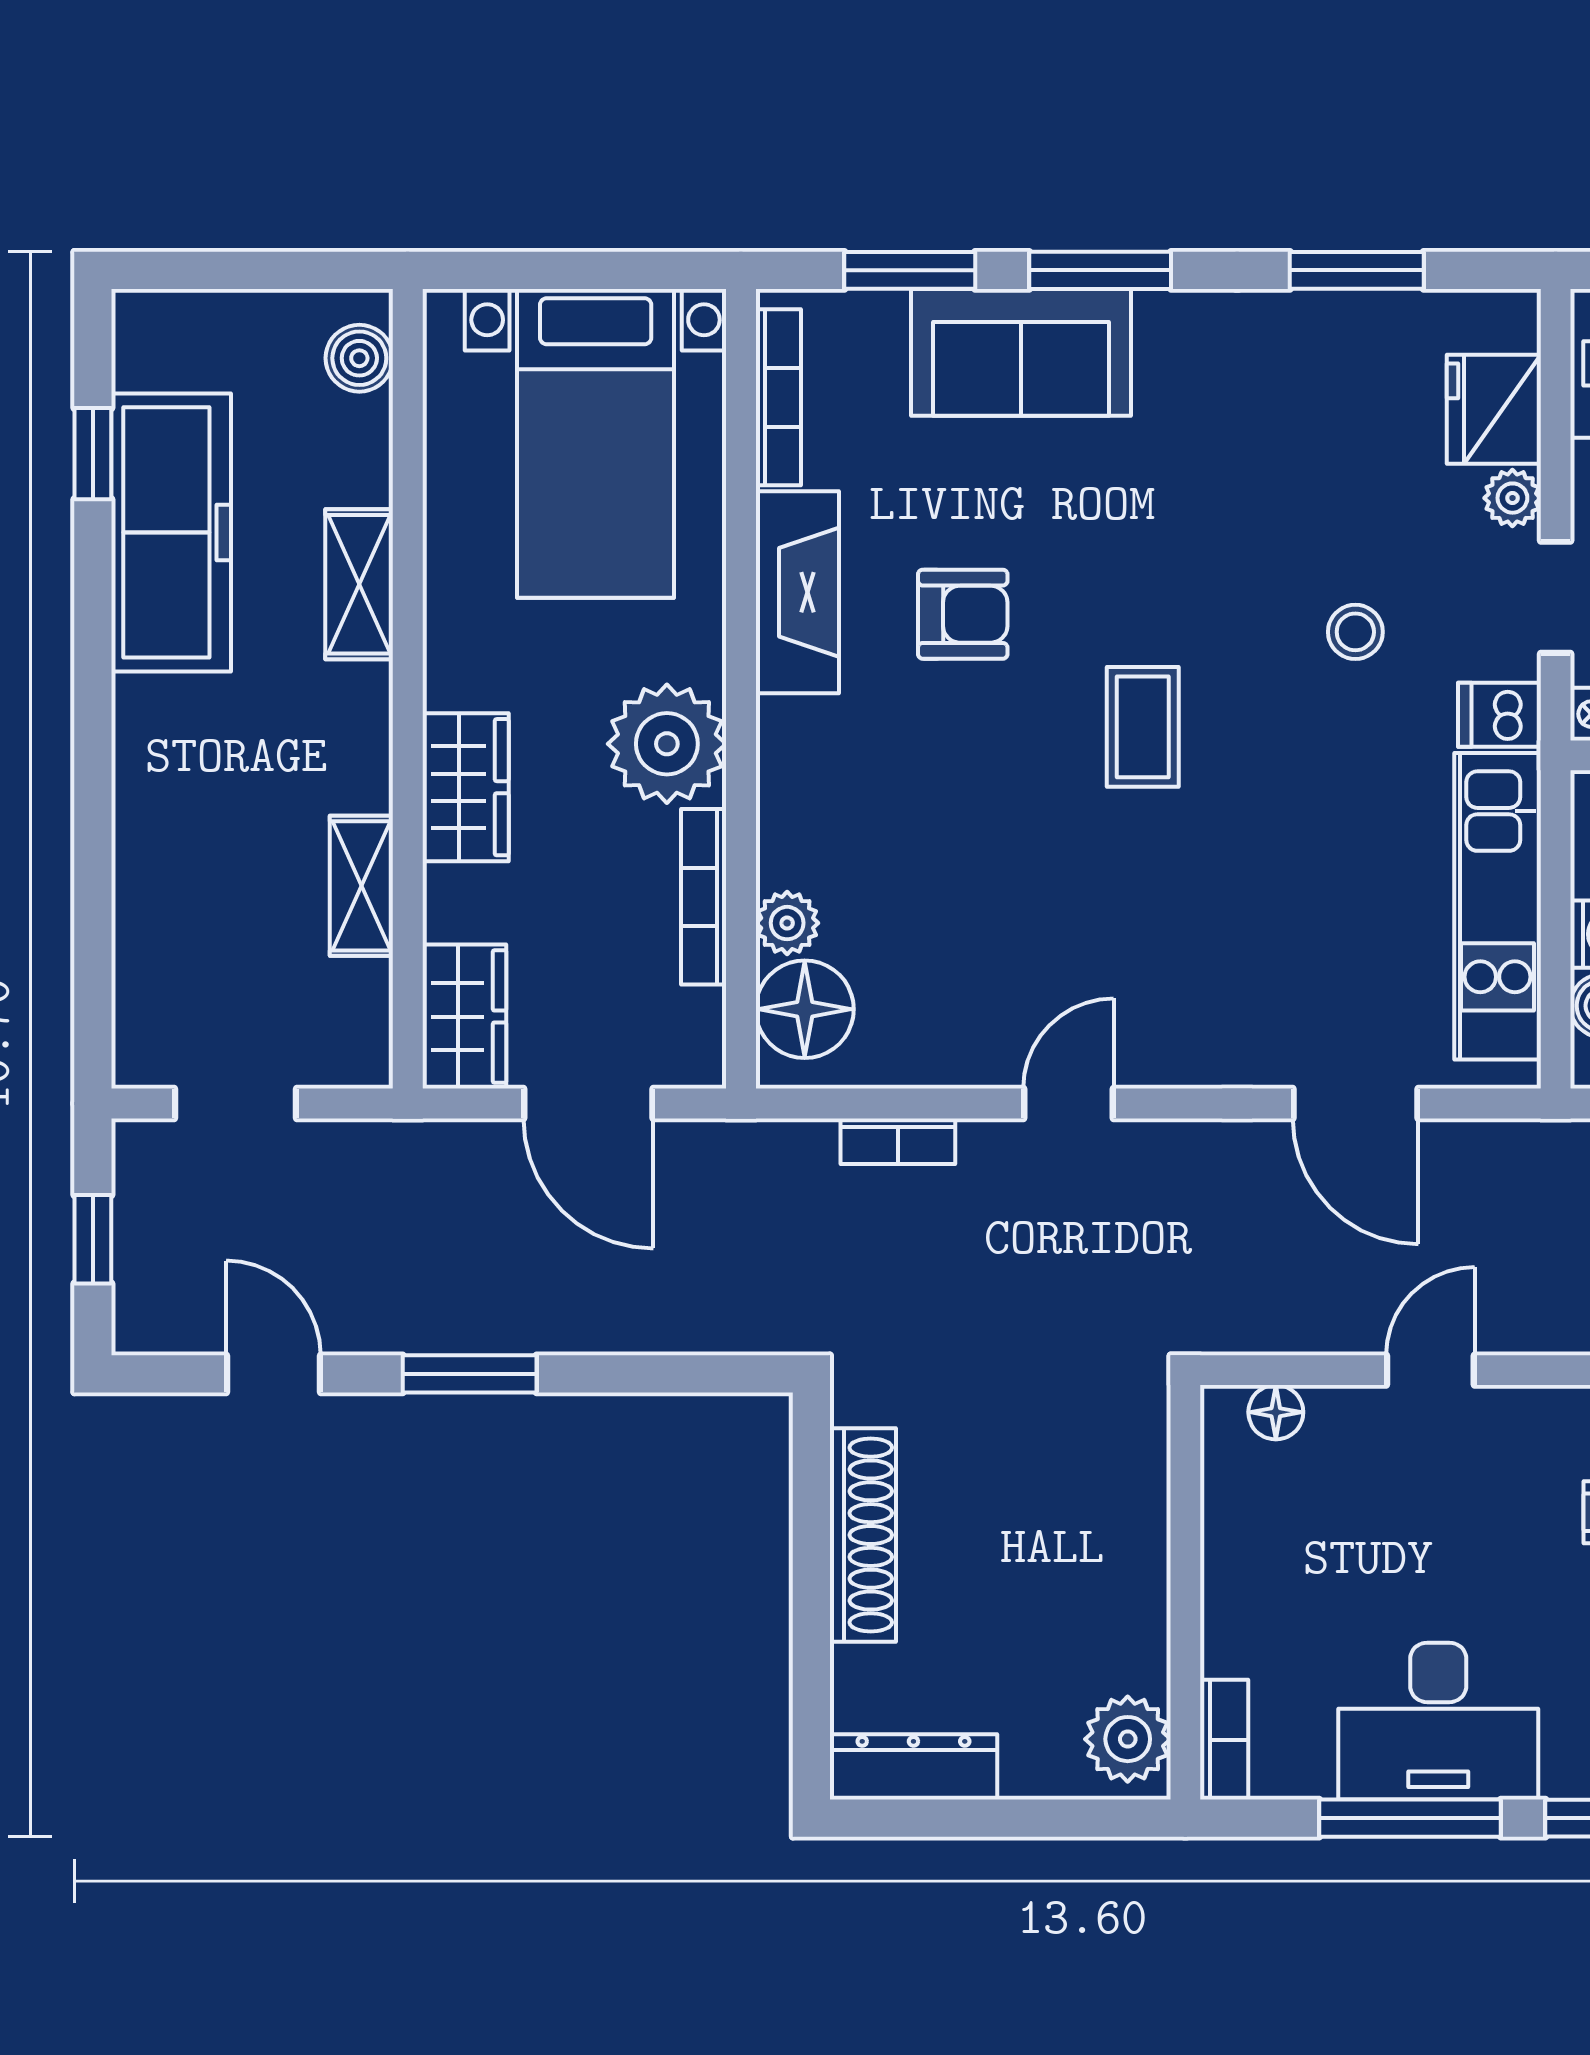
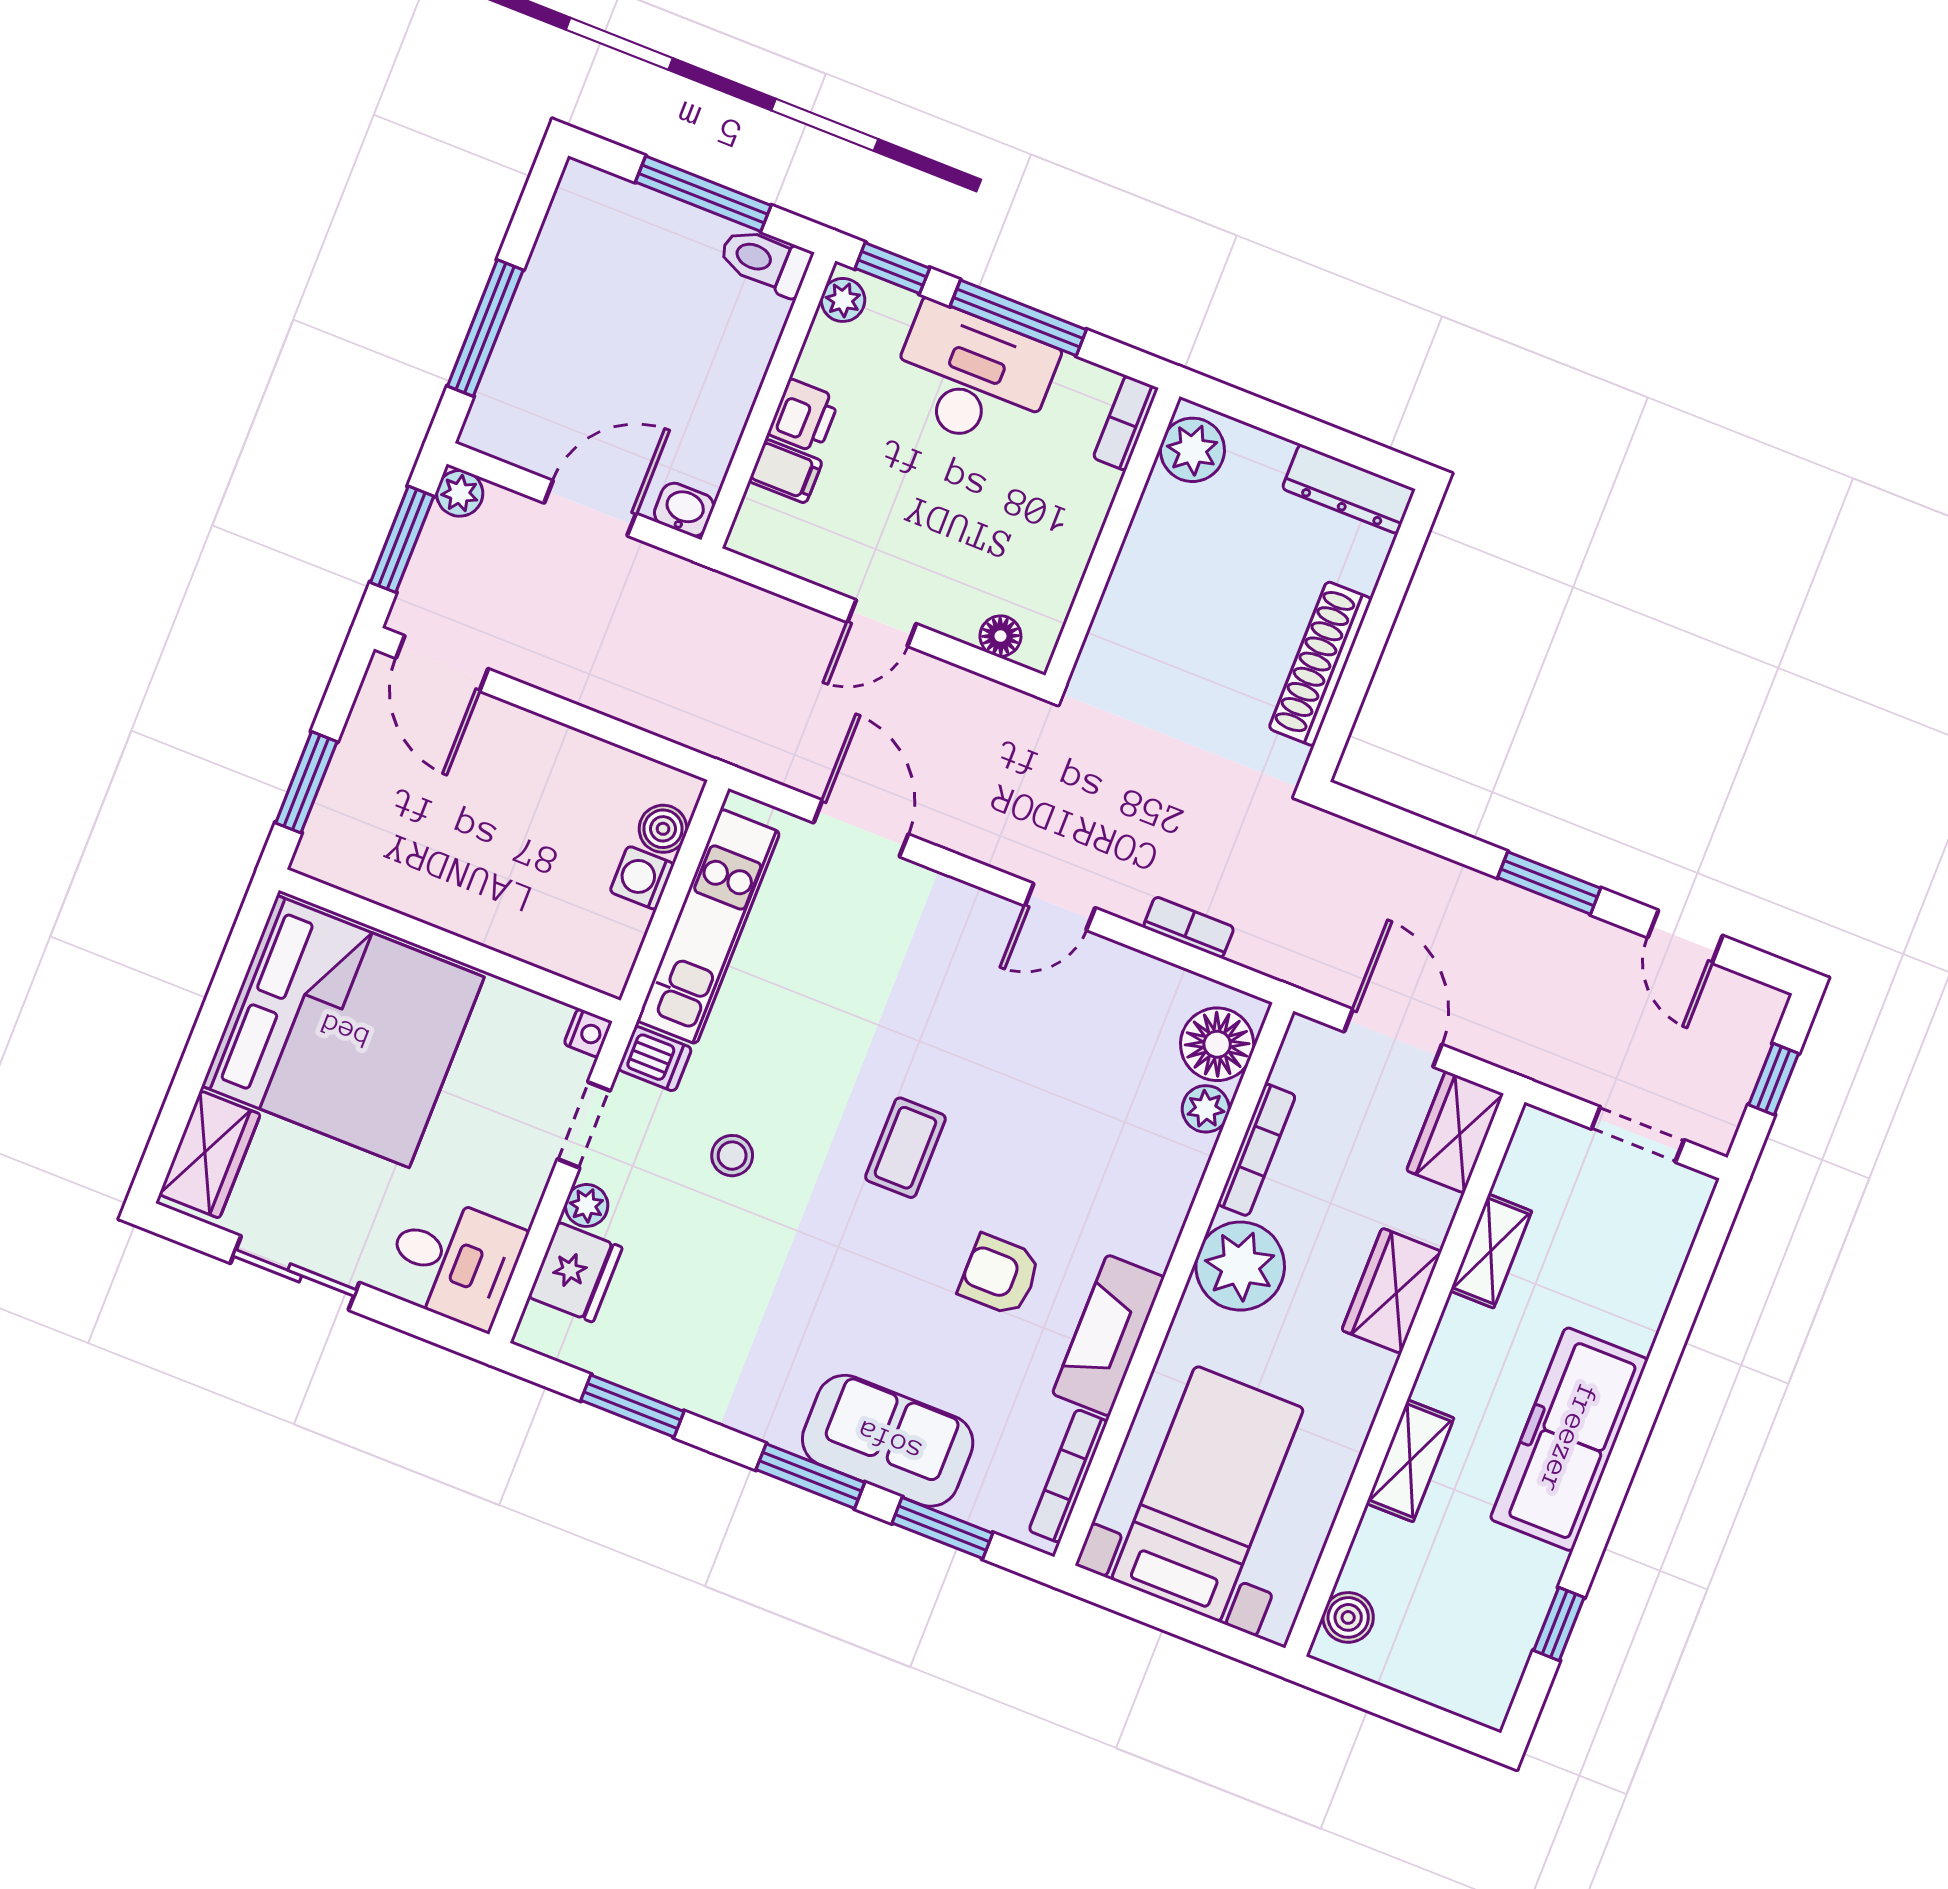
freezer: (171, 532) -> (1569, 1439), moved

